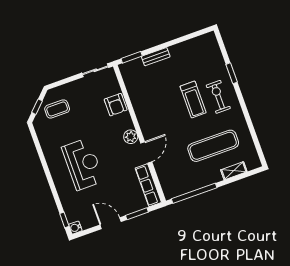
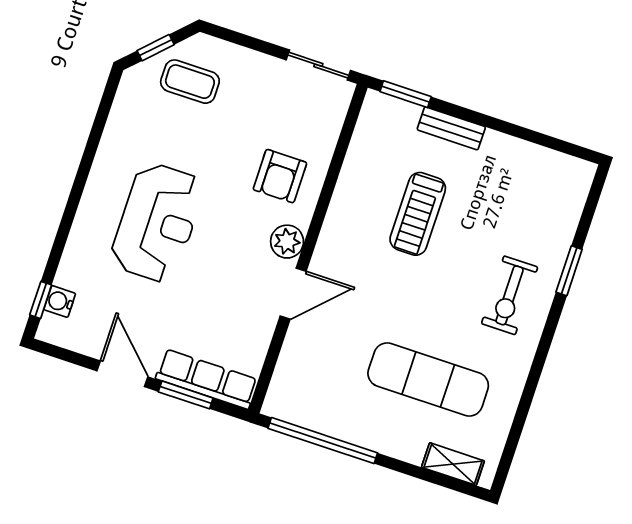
exercise bike: (218, 97) -> (510, 295), turned 180
treadmill: (193, 100) -> (418, 214), moved
armchair: (116, 105) -> (280, 176), moved
shelving: (234, 171) -> (453, 464), moved
row of seats: (148, 185) -> (207, 379), moved, turned 90
water cooler: (75, 228) -> (60, 301), moved

